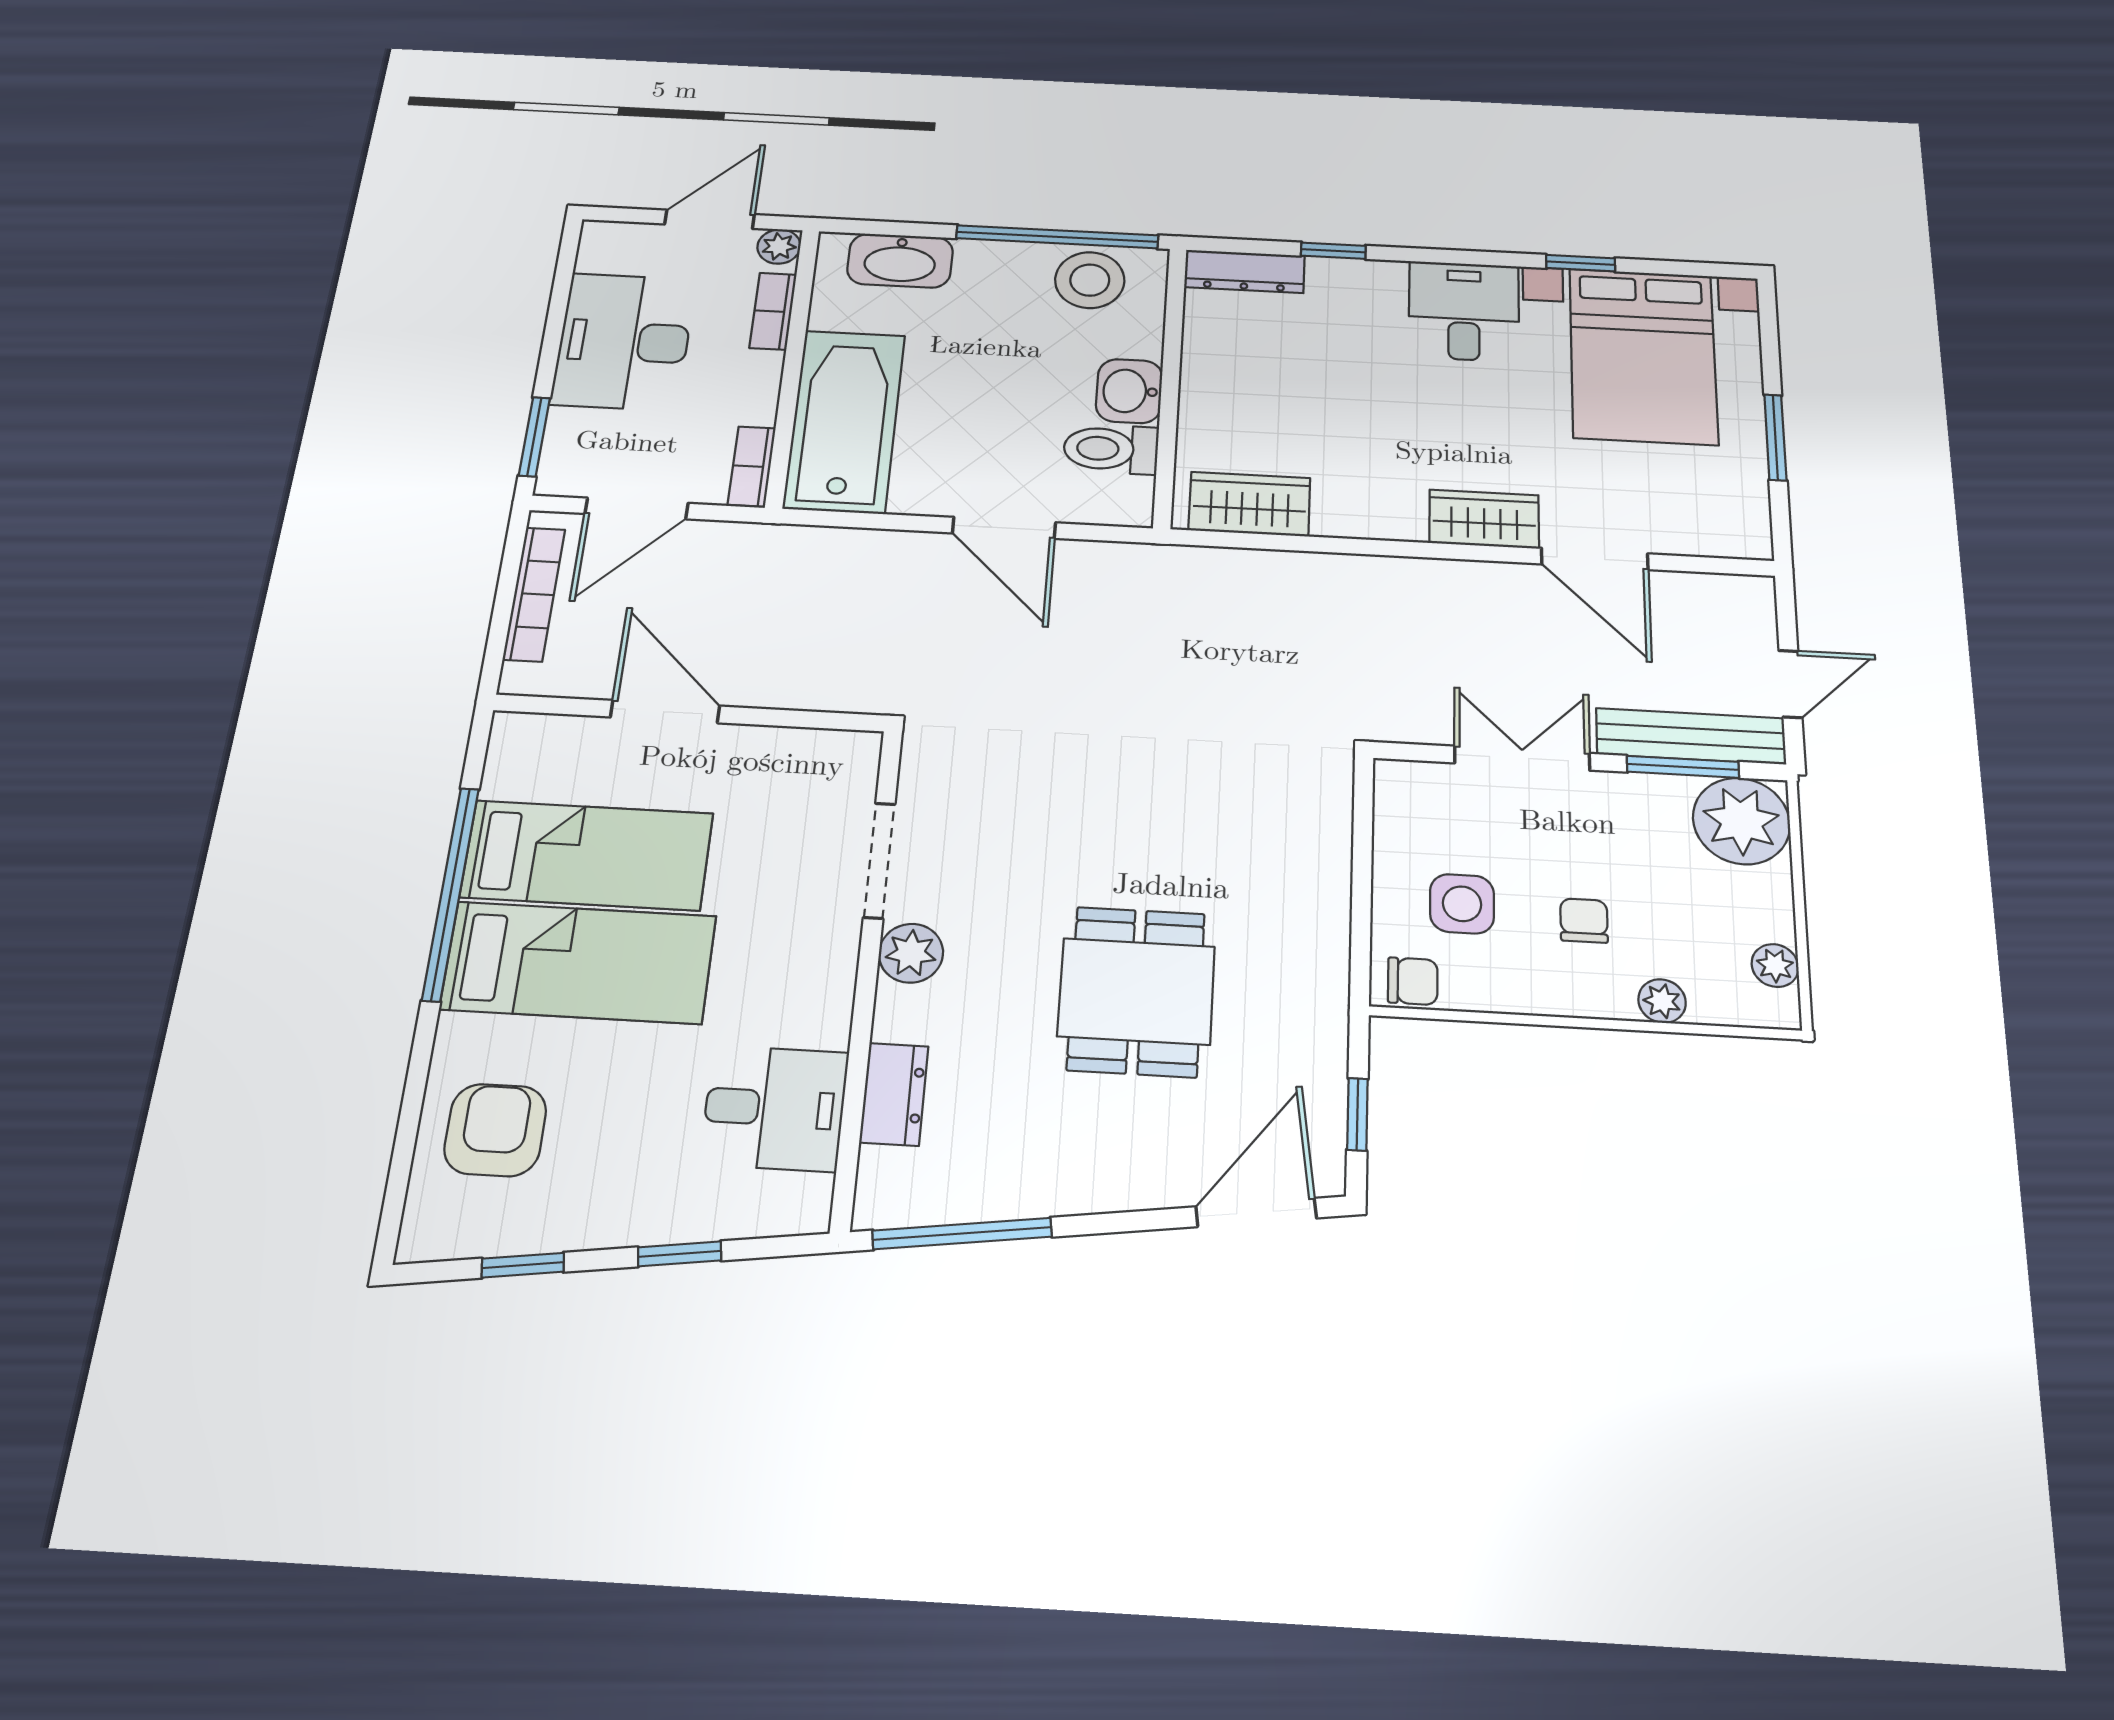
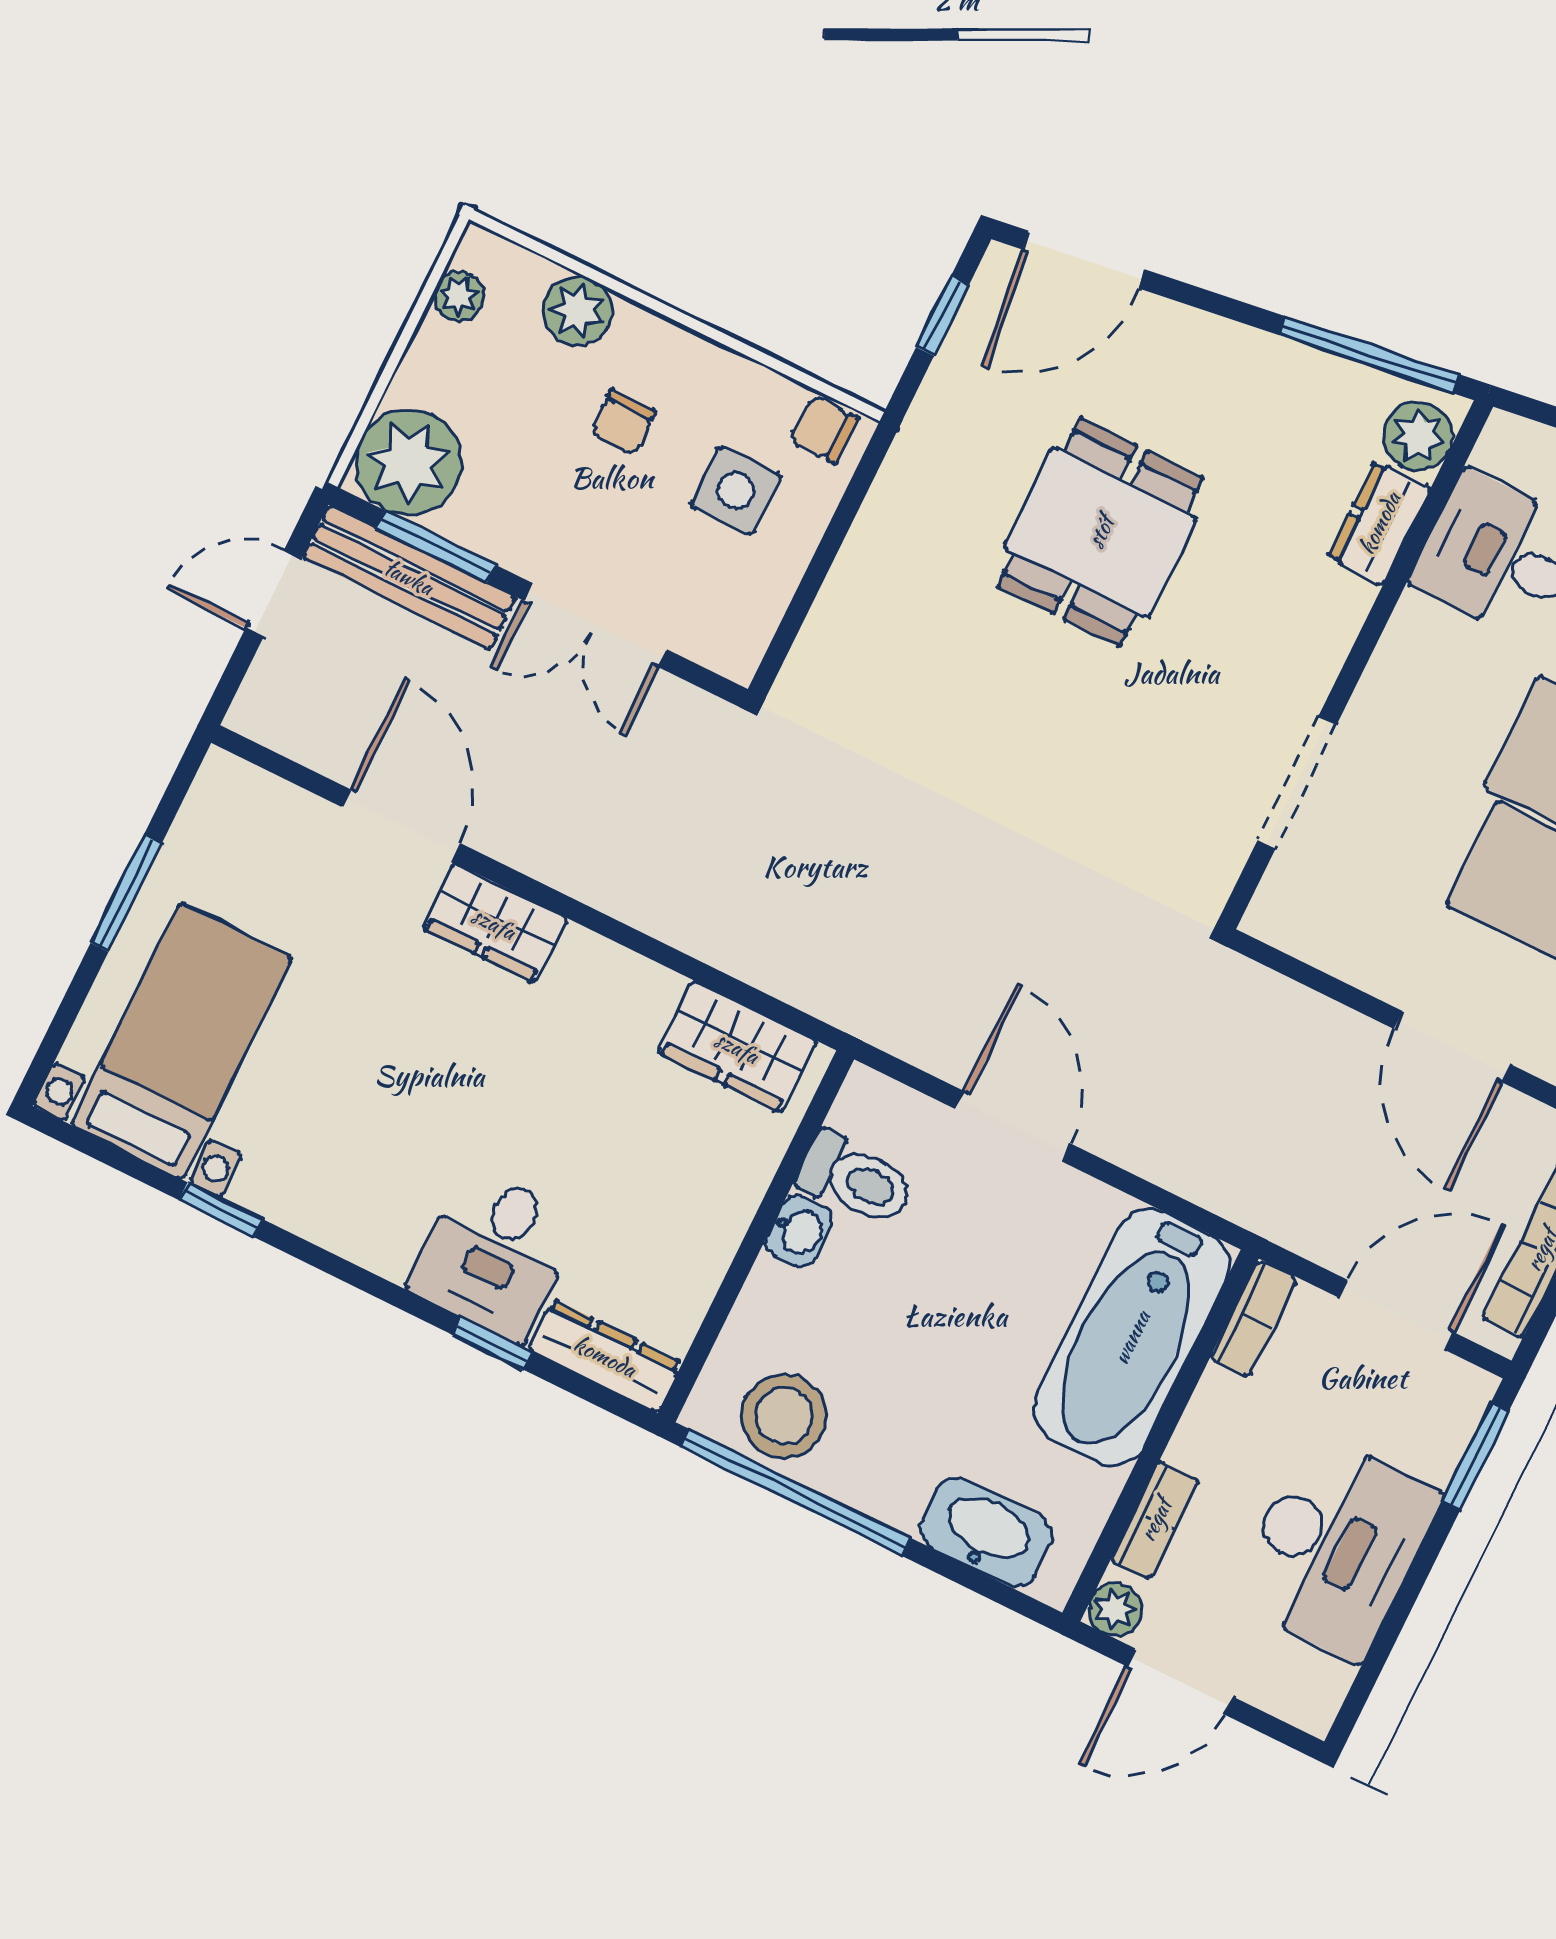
desk: (1464, 311) -> (495, 1254), moved
bed with nightstands: (1643, 356) -> (181, 1041), width x0.73
washbasin: (1129, 391) -> (799, 1231), width x0.72, depth x0.69
plant: (911, 953) -> (1418, 436), moved
plant: (1662, 1001) -> (577, 311), width x1.38, depth x1.38

